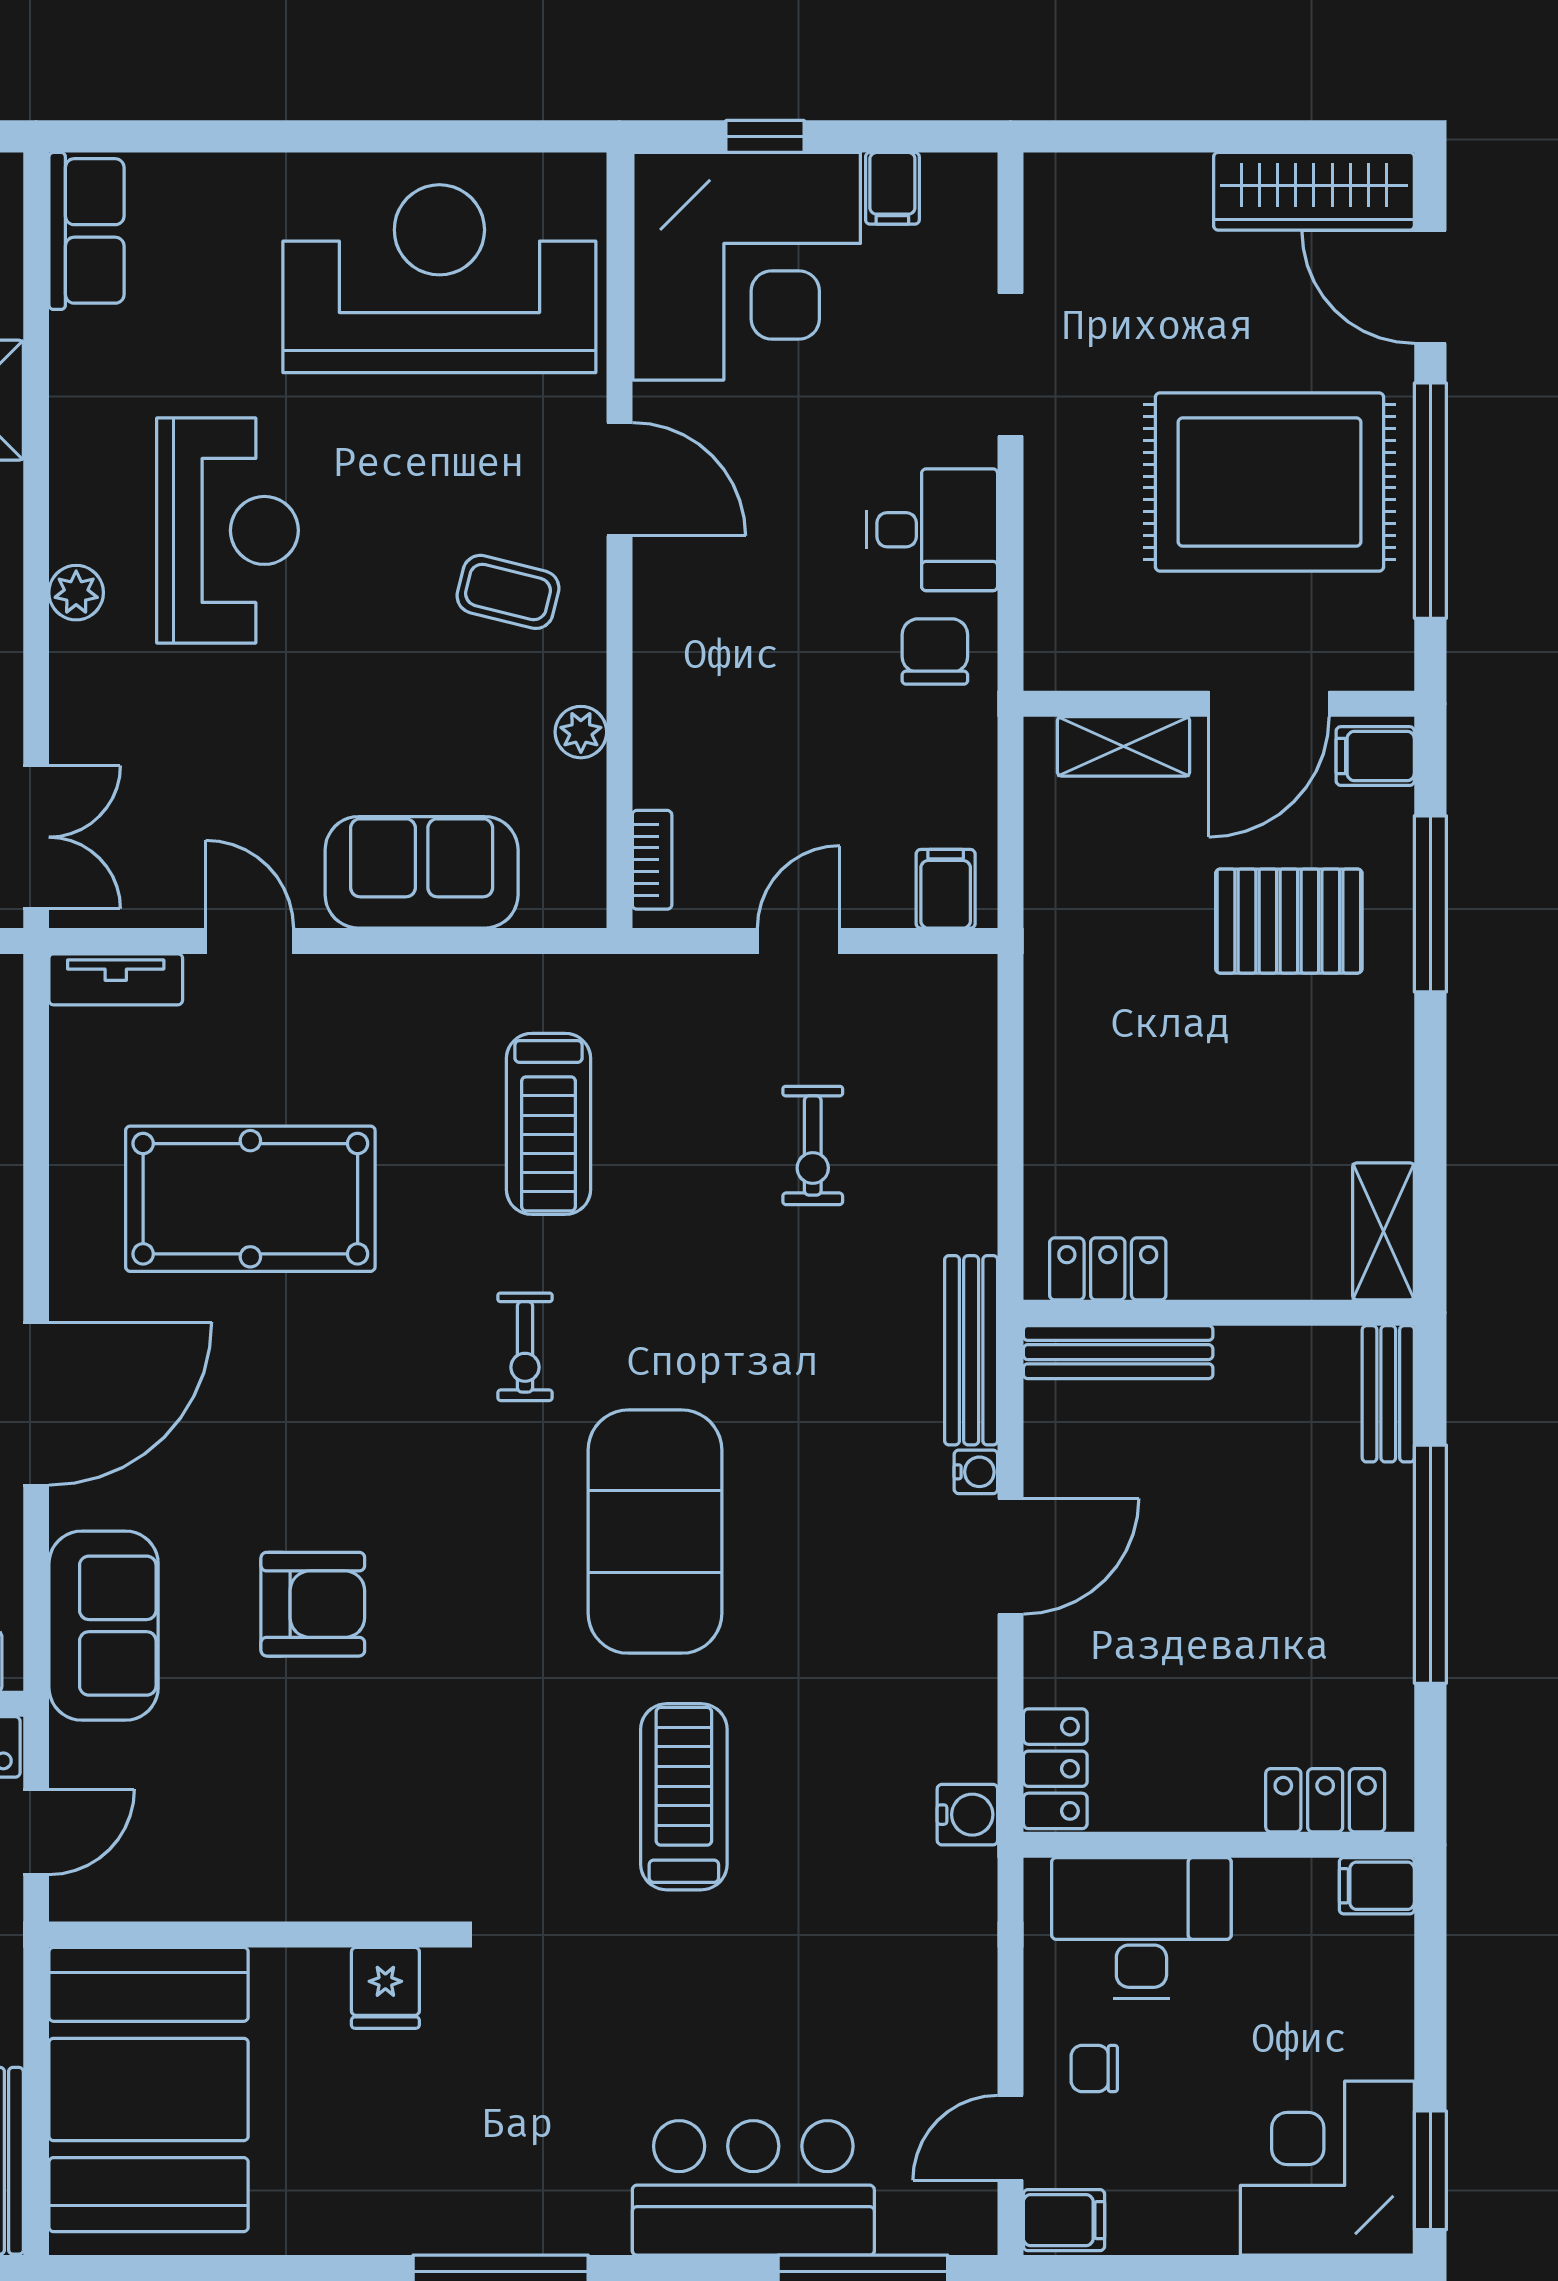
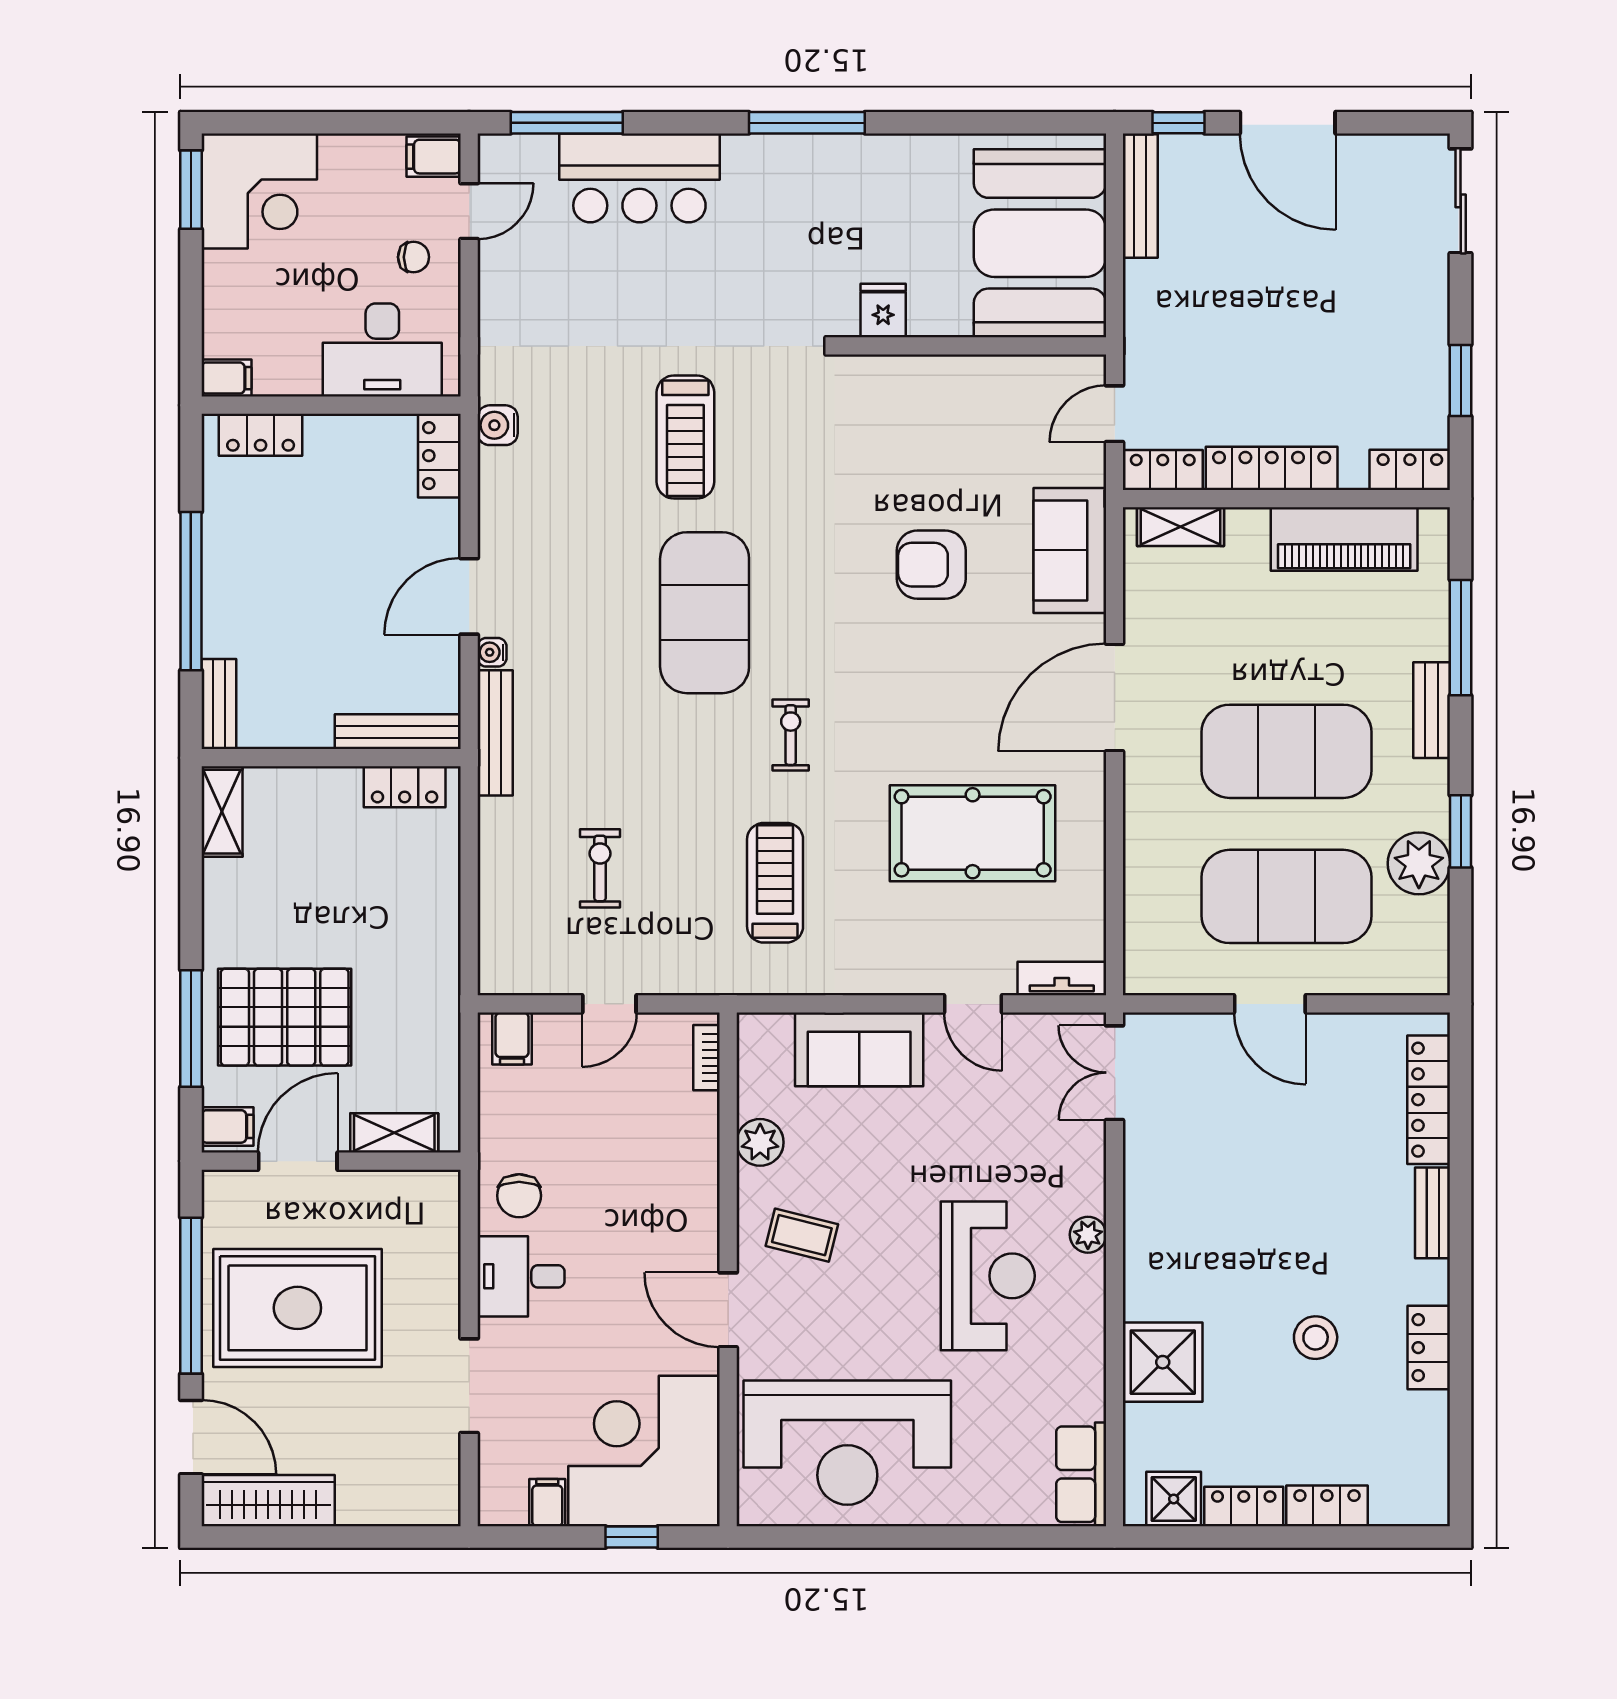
reception desk: (228, 530) -> (988, 1276), turned 180
plant: (581, 732) -> (760, 1142), width x1.38, depth x1.38
pallet: (1289, 921) -> (285, 1017), width x1.37, depth x1.41

